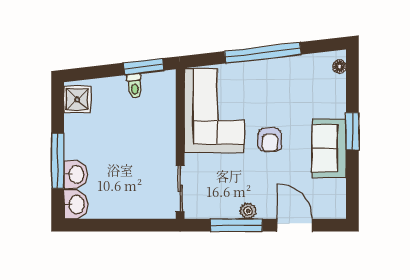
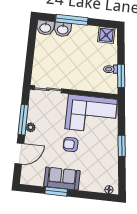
window: (263, 53) -> (122, 146), width x0.47
window: (352, 131) -> (56, 192), moved

